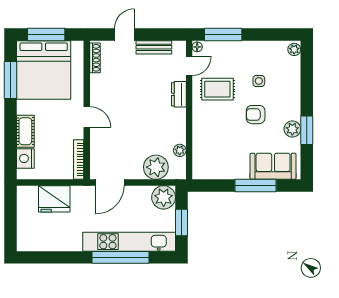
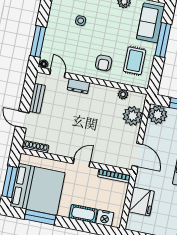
rug: (217, 89) -> (135, 61), moved
armchair: (256, 115) -> (104, 63), moved

